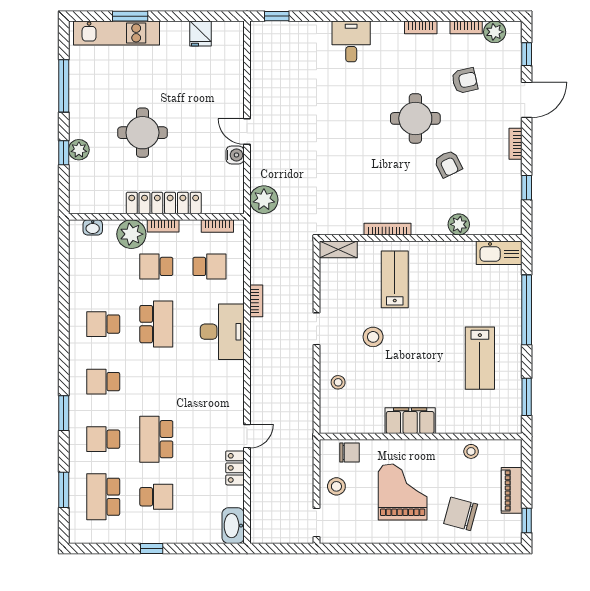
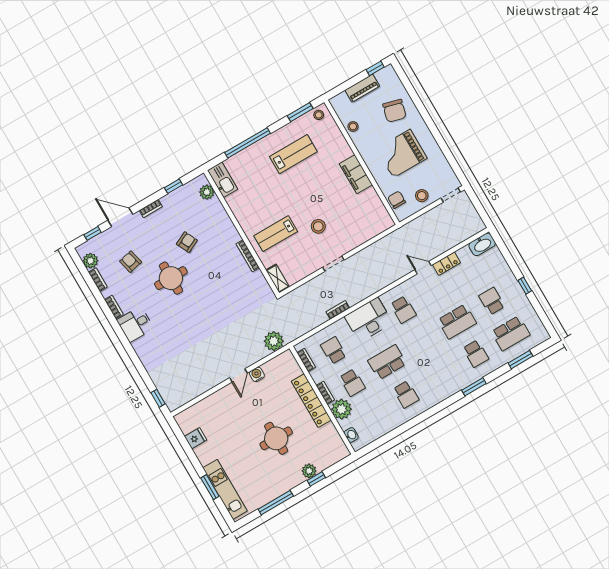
desk: (351, 41) -> (135, 324), moved
plant: (459, 224) -> (207, 192), moved
school desk: (103, 382) -> (403, 310), moved
stool: (338, 382) -> (319, 115), moved

